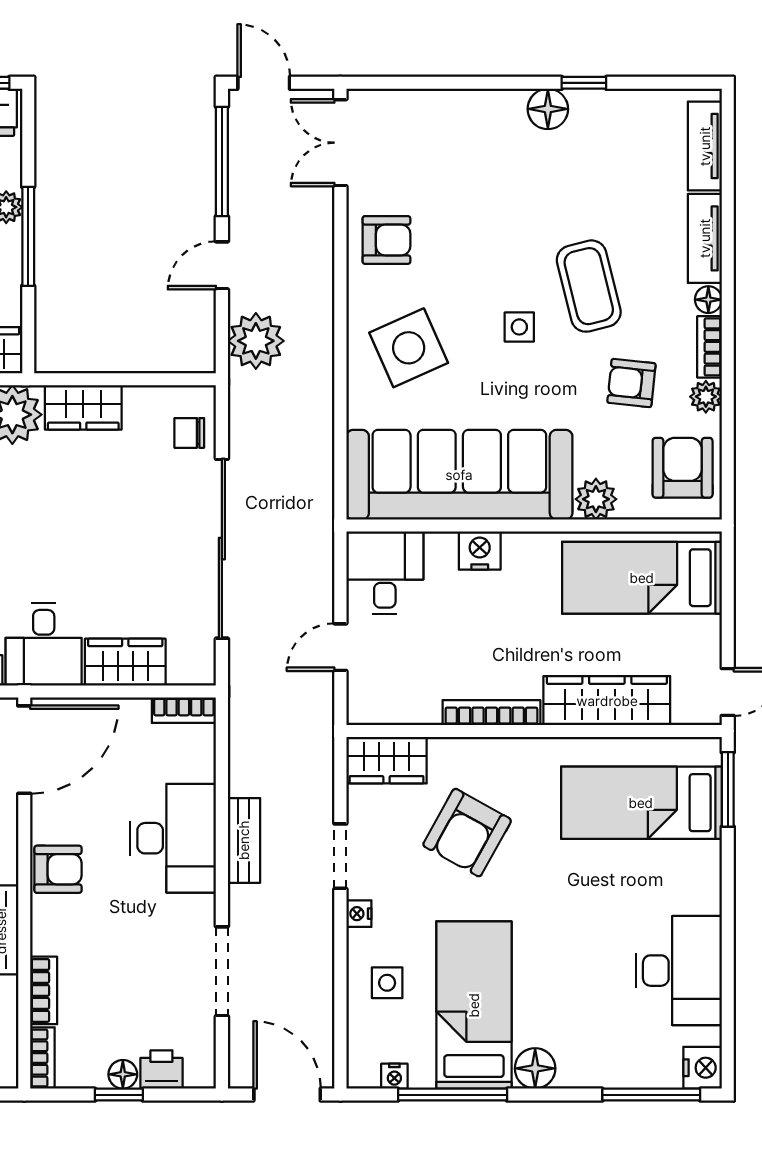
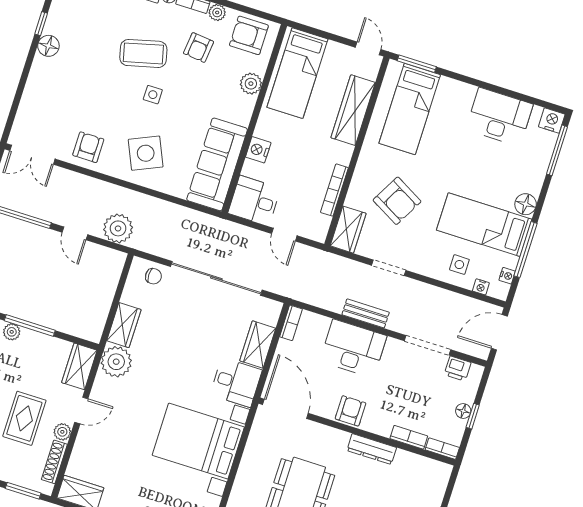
chair: (189, 433) -> (153, 276), turned -90
sofa: (459, 475) -> (217, 164), width x0.74, depth x0.79
bookcase: (491, 713) -> (334, 190), moved
nightstand: (359, 914) -> (481, 287), moved
printer: (161, 1069) -> (458, 369), moved, turned -90

